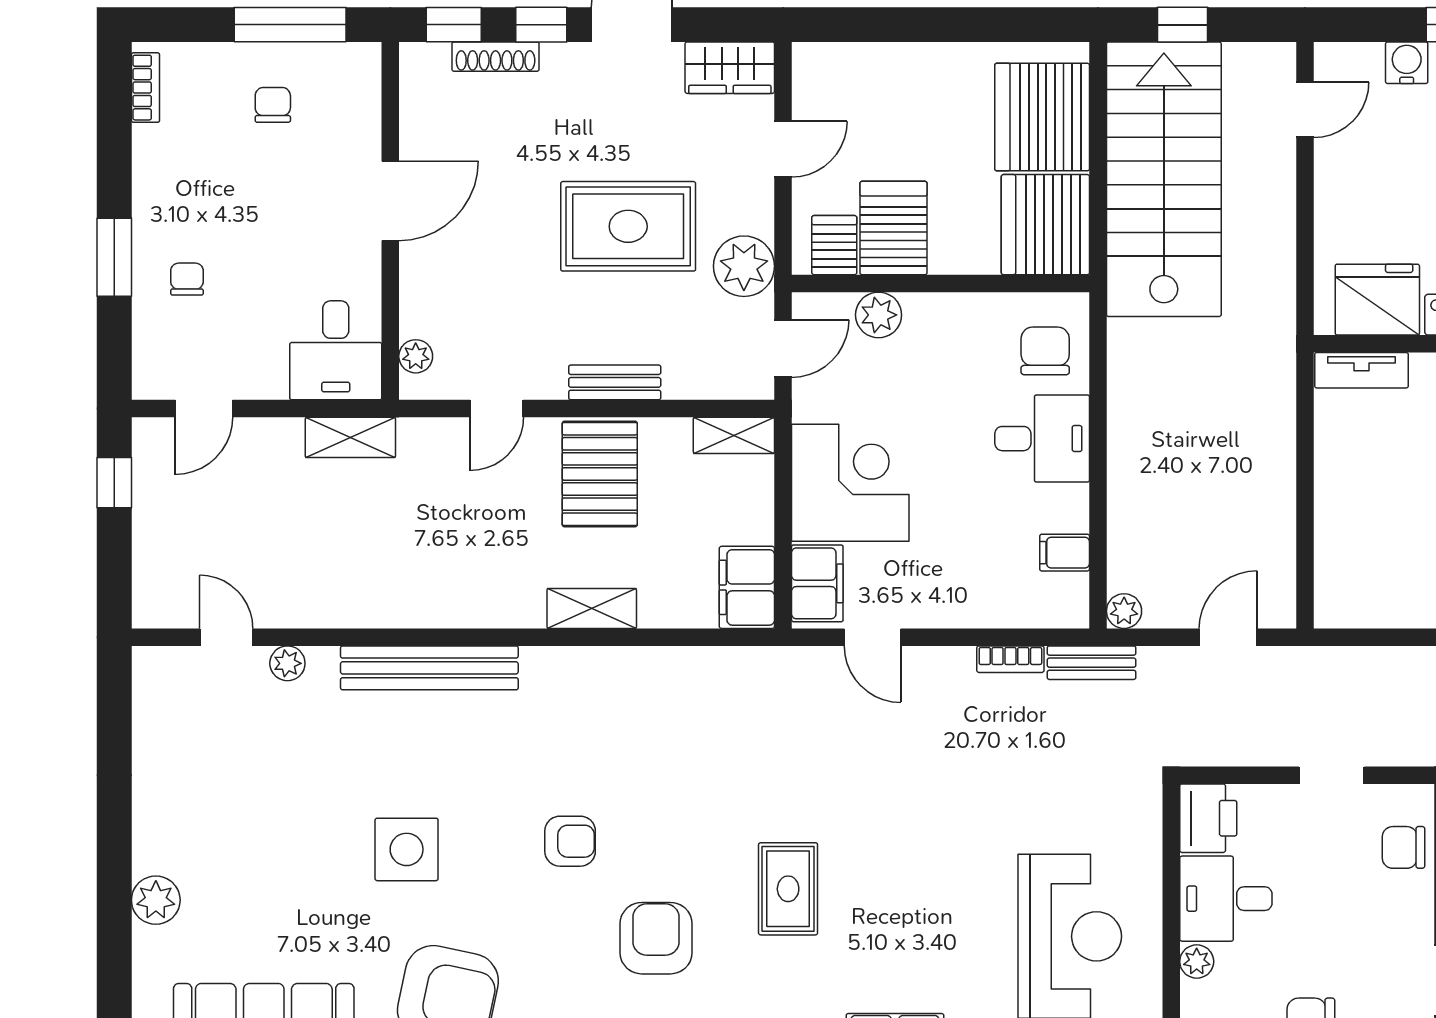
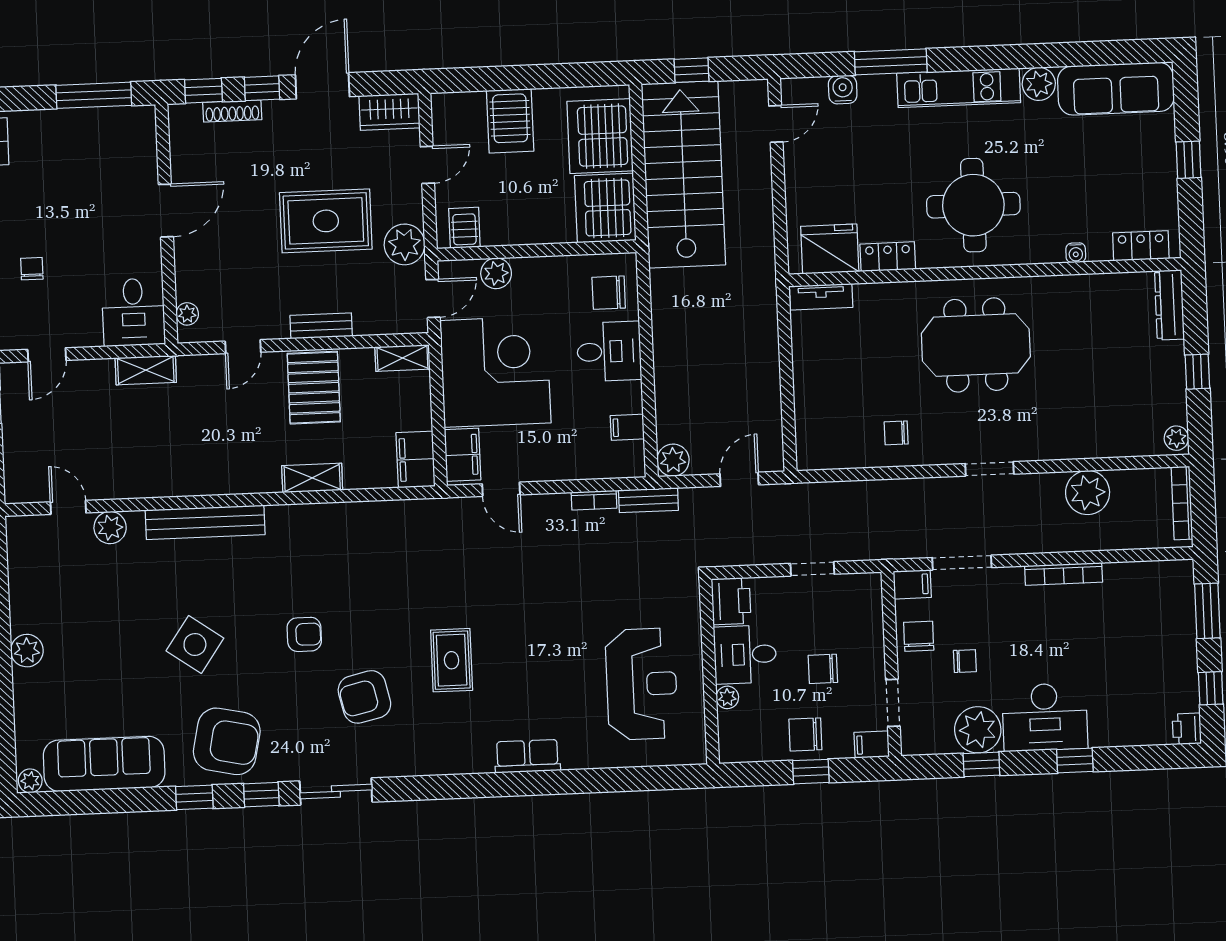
chair: (273, 105) -> (84, 150), removed
server rack: (893, 228) -> (510, 121), moved, turned 180
chair: (1045, 351) -> (609, 293), turned -90
corner desk: (850, 483) -> (495, 372), width x1.36, depth x1.36
plant: (1124, 611) -> (673, 460), width x1.38, depth x1.38
plant: (287, 663) -> (110, 528), width x1.38, depth x1.38
chair: (1404, 847) -> (823, 669), moved
side table: (407, 849) -> (195, 645), turned 35
plant: (156, 900) -> (27, 651), moved
armchair: (656, 938) -> (364, 697), turned -103

